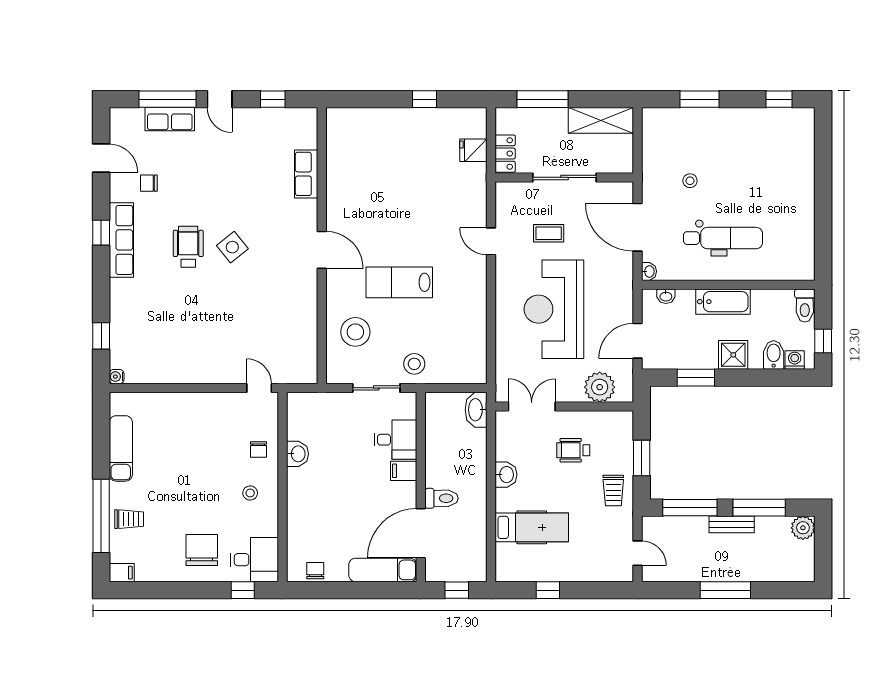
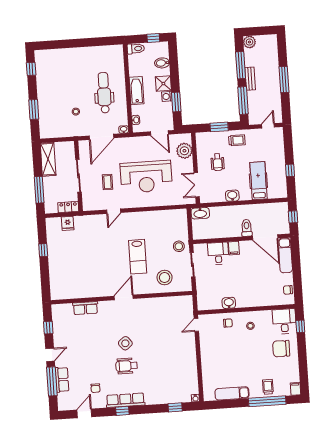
washing machine: (795, 360) -> (167, 96), moved

